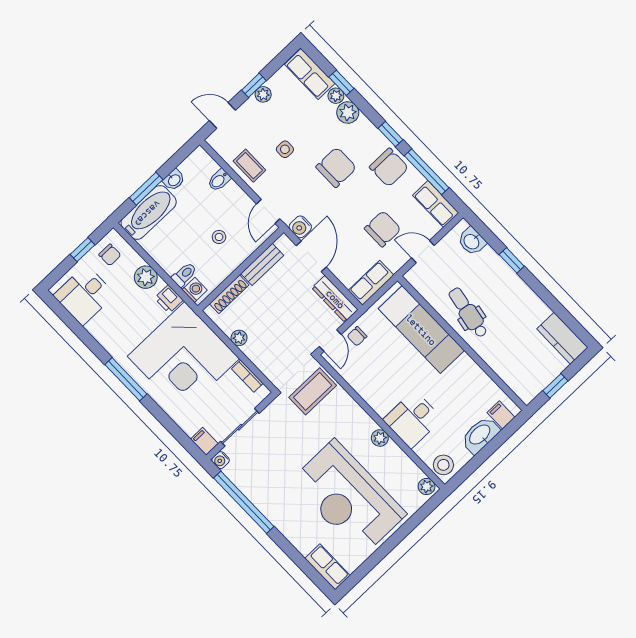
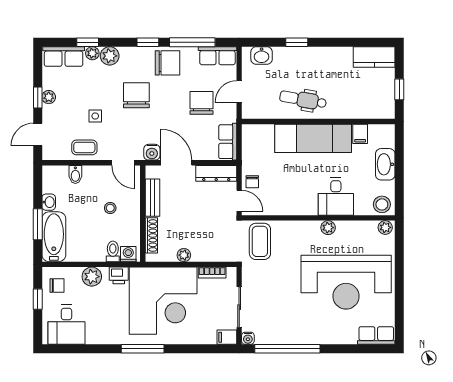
exam couch: (421, 330) -> (313, 138), moved
filing cabinet: (501, 415) -> (360, 134), moved, turned -90

